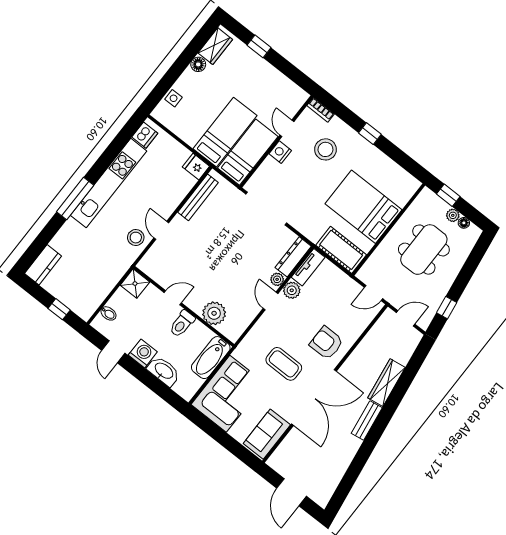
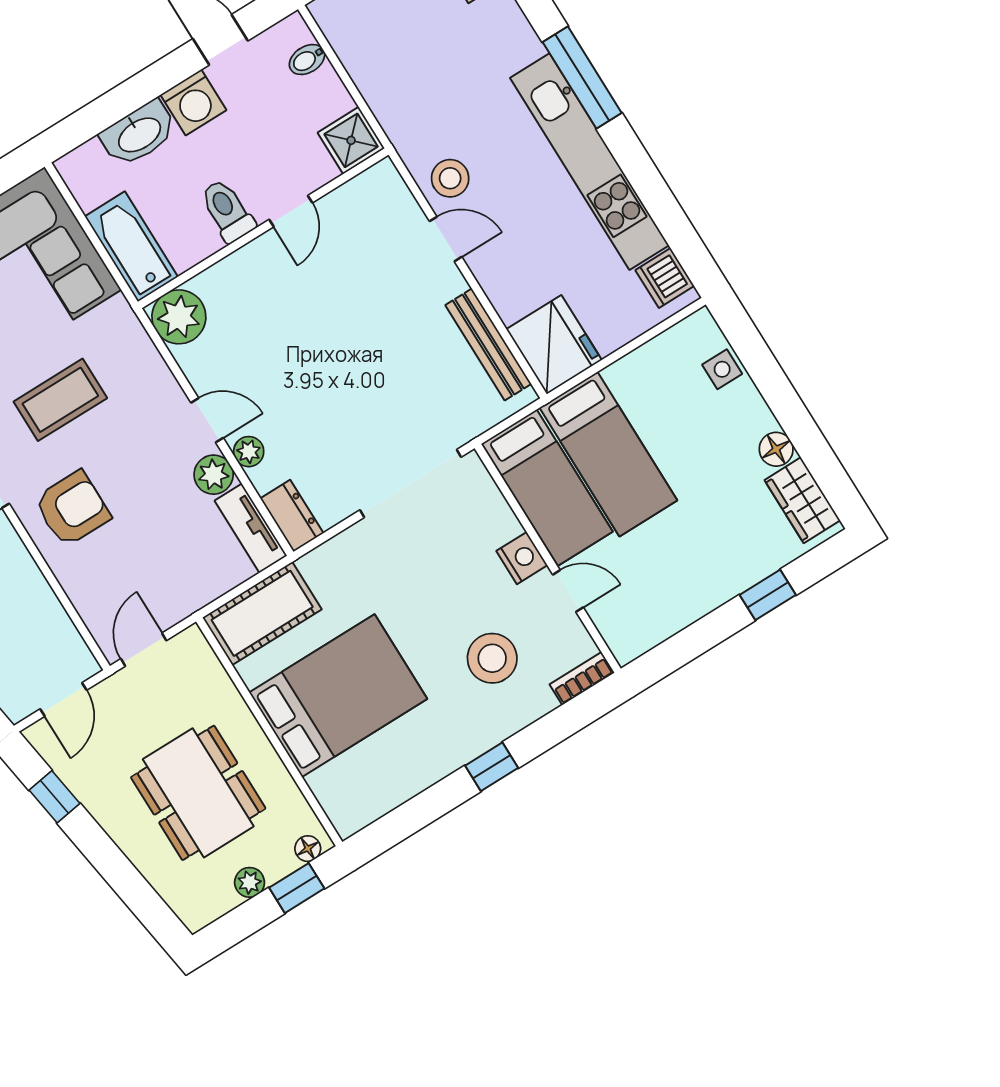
fridge: (196, 167) -> (554, 345), width x1.88, depth x1.34
floor lamp: (464, 223) -> (308, 849), moved
dresser: (293, 257) -> (292, 516), width x0.70
plant: (214, 313) -> (179, 317), moved

